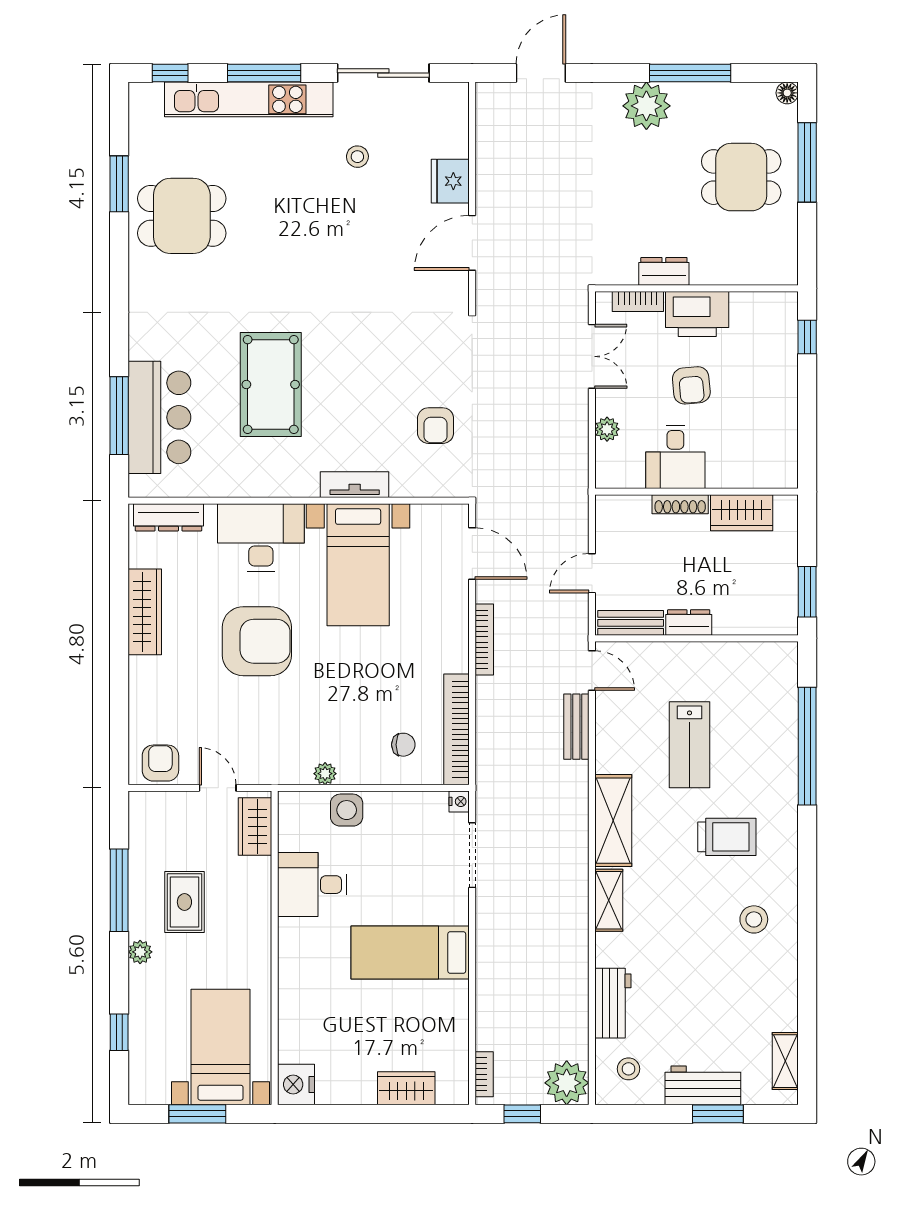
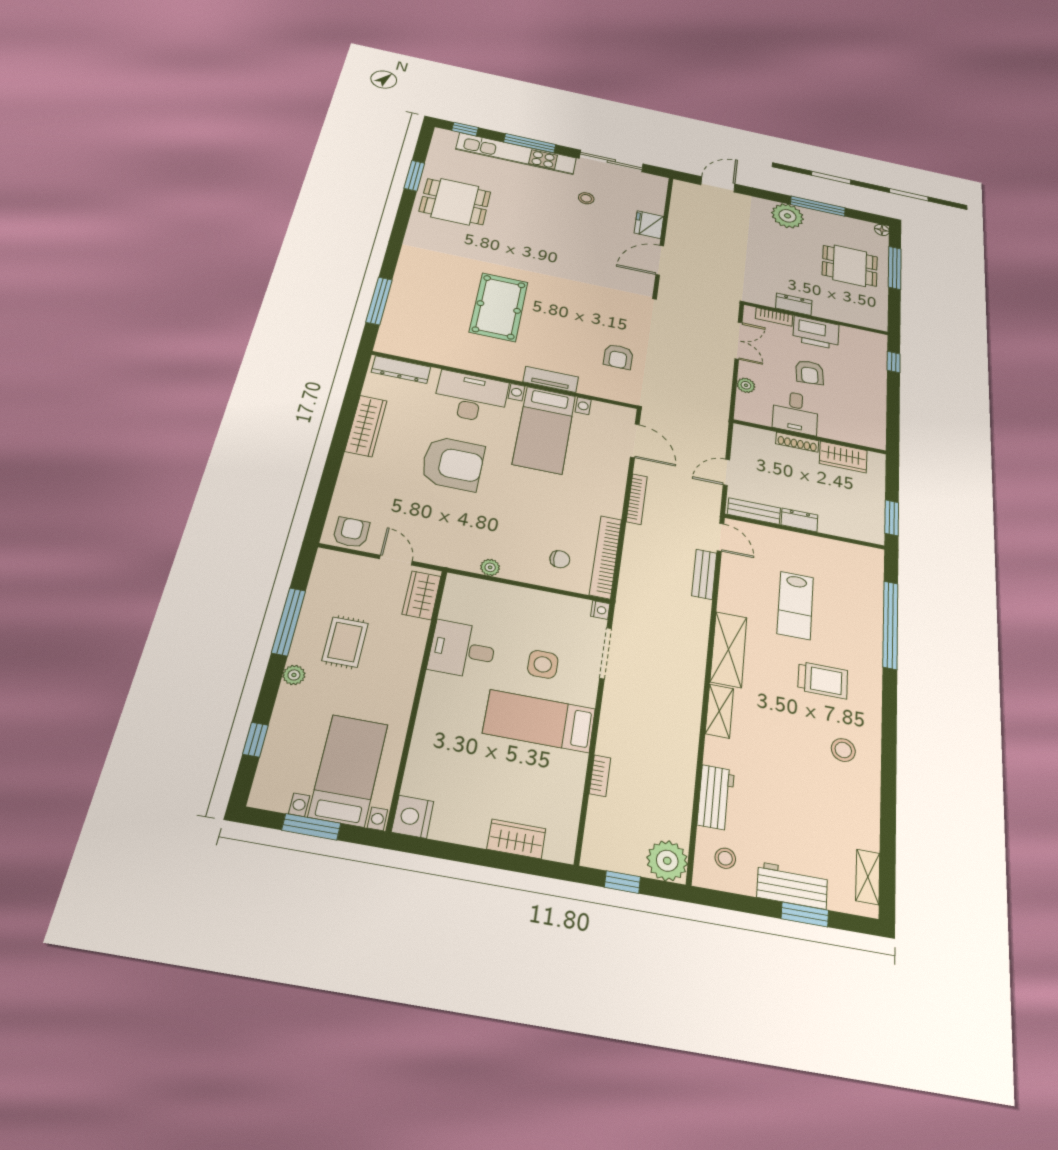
bar counter: (159, 417) -> (410, 308), removed
side table: (347, 810) -> (543, 664), moved
bookcase: (484, 1074) -> (600, 776), moved

